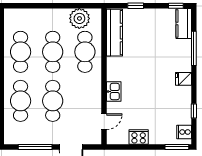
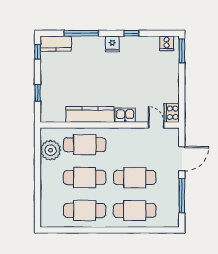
kitchen counter: (114, 33) -> (90, 114), moved
window: (194, 111) -> (131, 33), moved
cooker: (139, 137) -> (172, 113), moved

